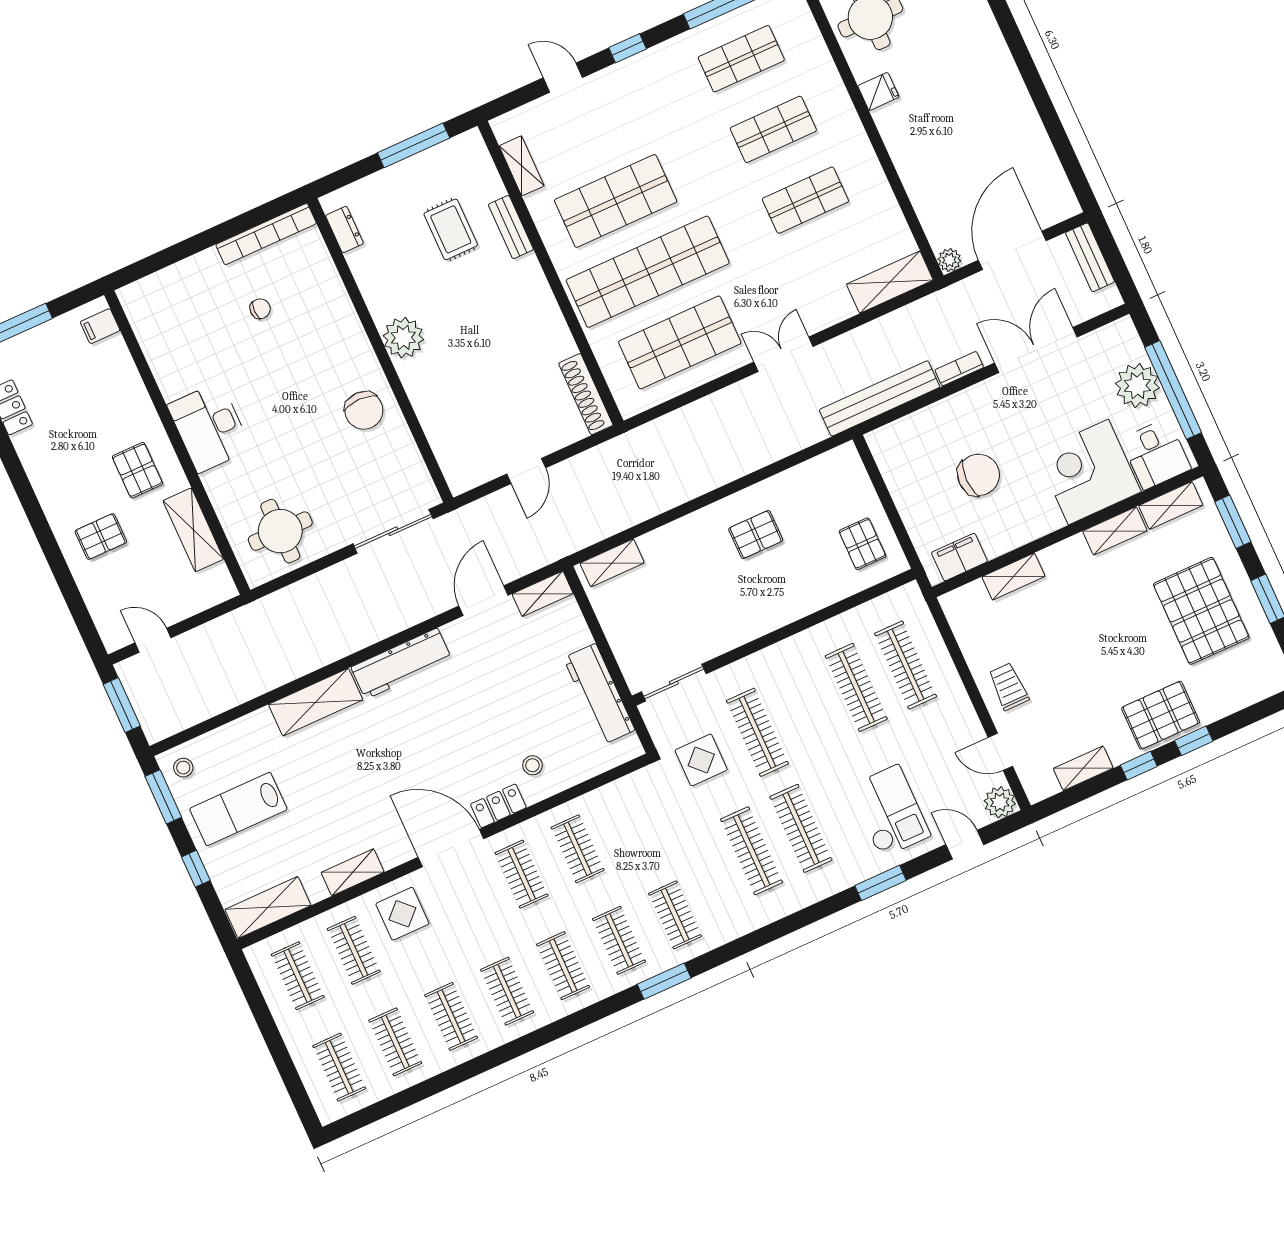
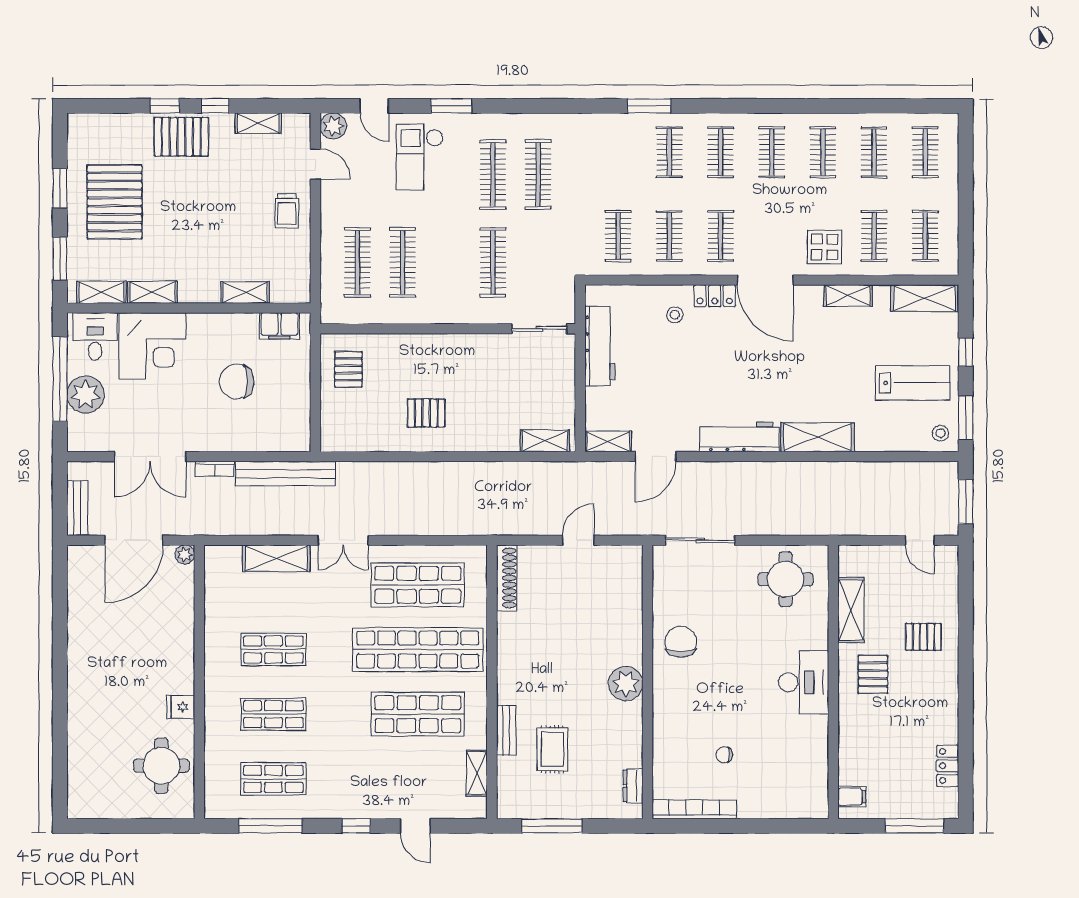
shelving: (890, 282) -> (276, 558), moved
display table: (701, 760) -> (545, 261), removed
clothes rail: (675, 915) -> (618, 236), moved

